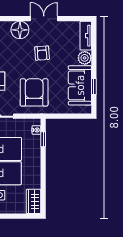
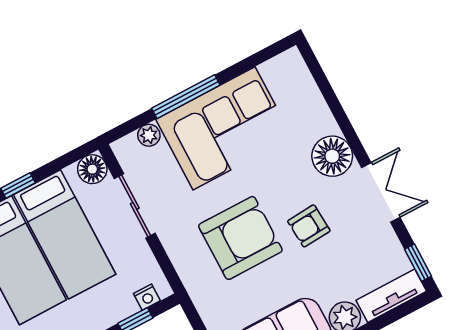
window: (78, 19) -> (418, 263), added
armchair: (34, 92) -> (240, 238), moved

